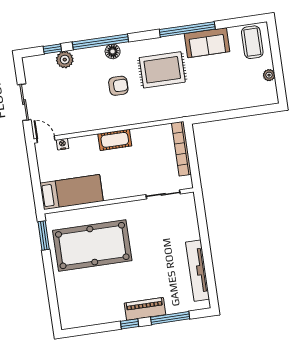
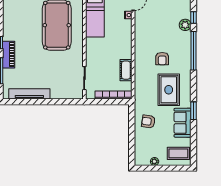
window: (187, 29) -> (194, 111), width x0.47
floor lamp: (113, 51) -> (186, 58), removed
armchair: (213, 93) -> (148, 122), added
cot: (115, 140) -> (126, 70), moved

